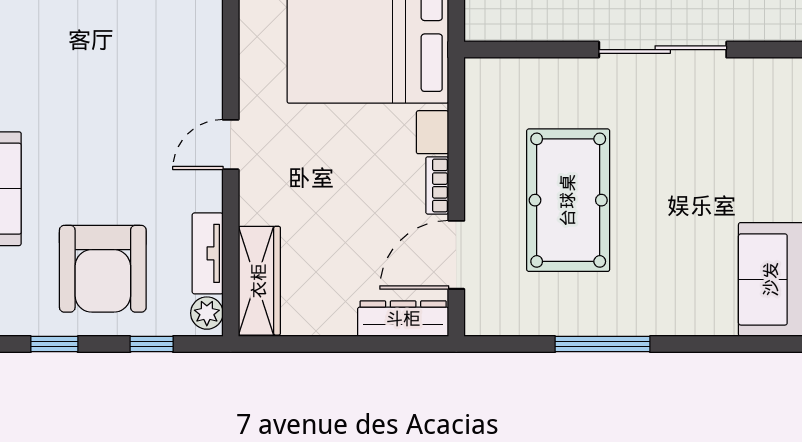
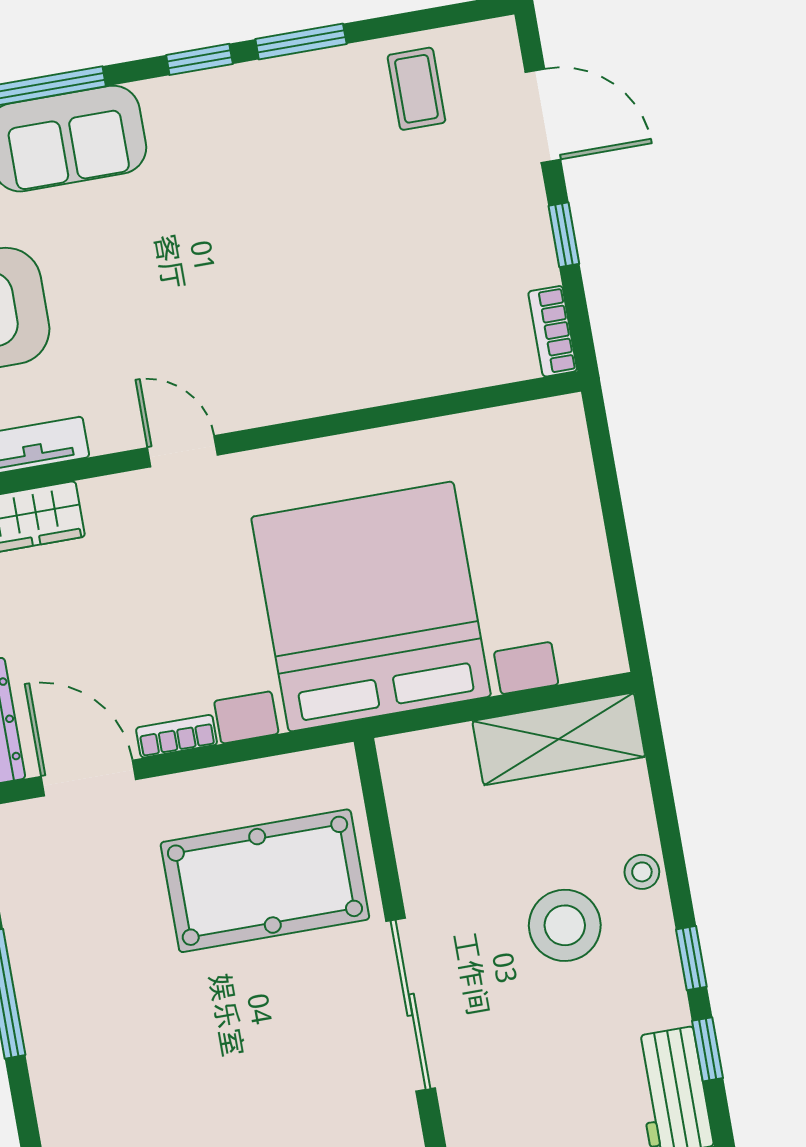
pool table: (568, 200) -> (265, 881), moved

